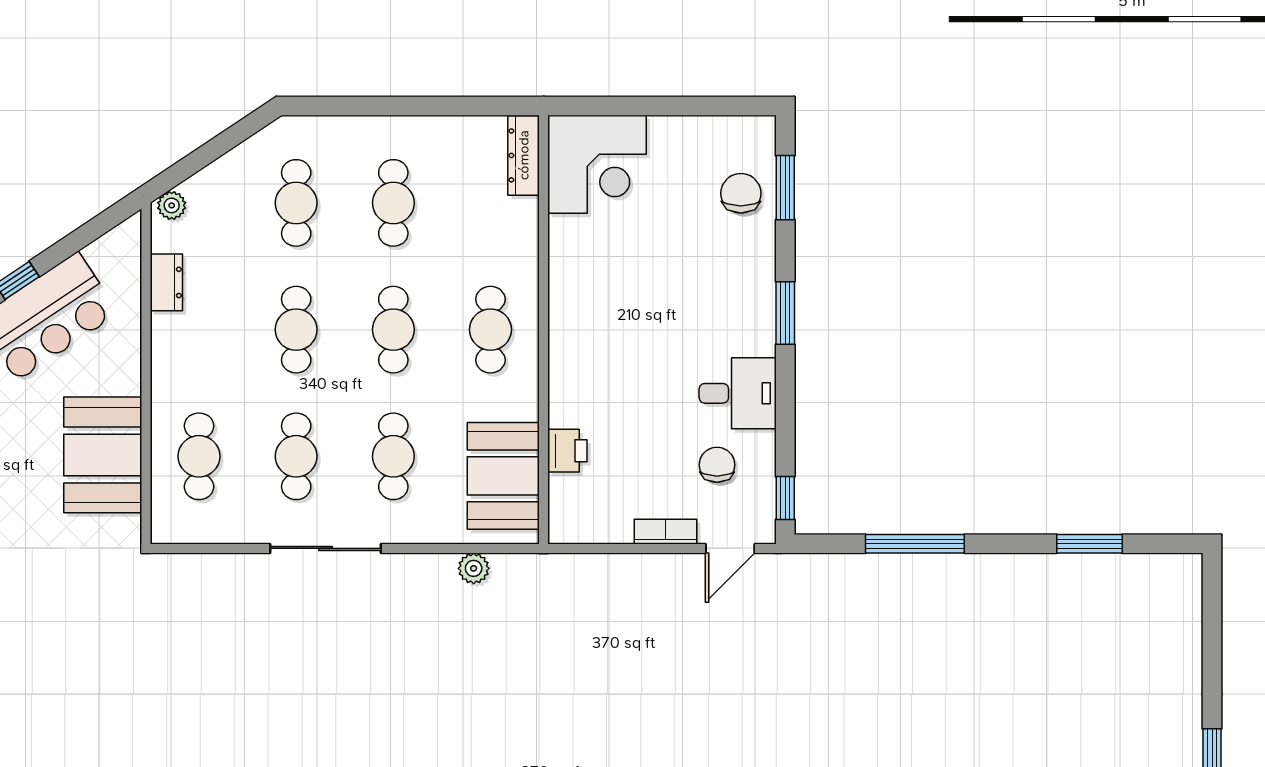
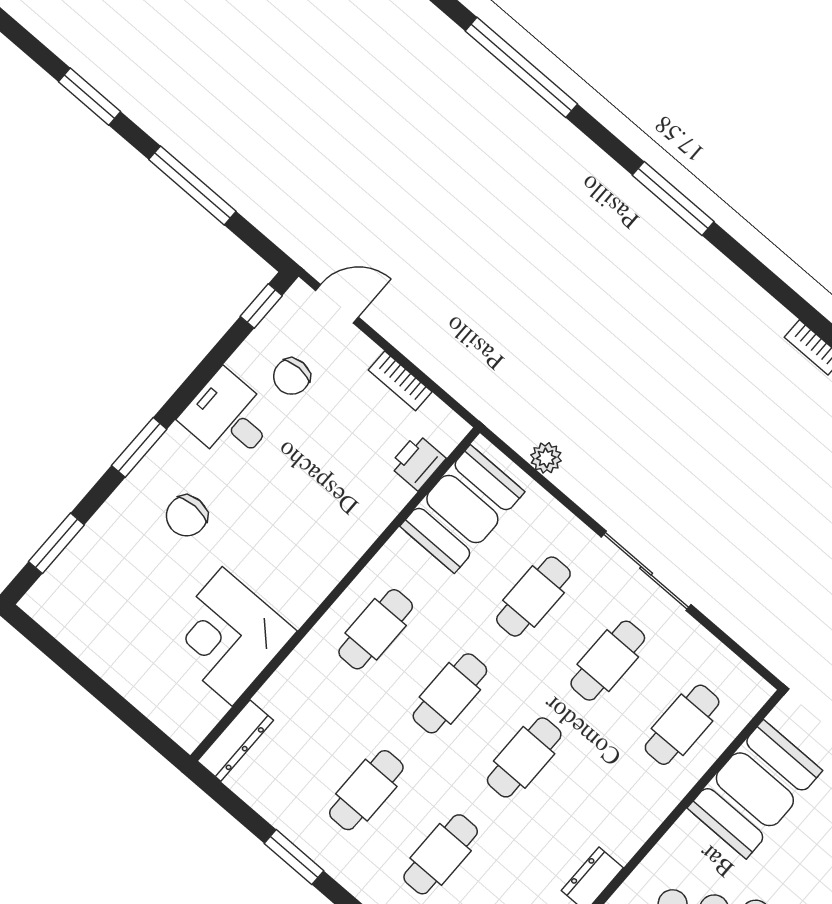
window: (404, 106) -> (294, 857), added
corner desk: (597, 164) -> (227, 636), moved, turned -90
chair: (741, 193) -> (187, 516), moved
printer: (567, 451) -> (417, 462), moved
bookcase: (666, 532) -> (400, 381), moved
window: (1089, 544) -> (90, 97), moved

